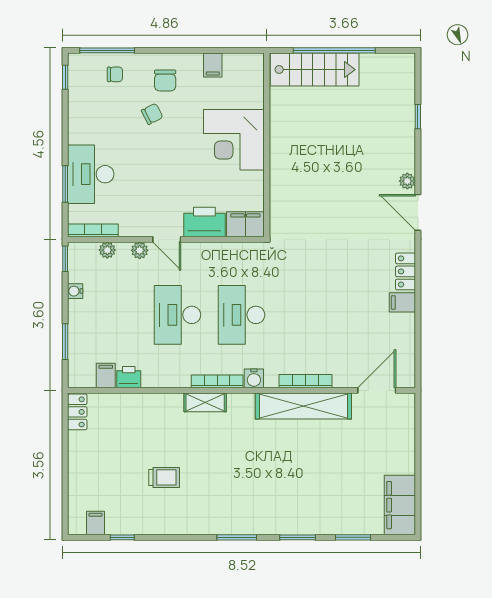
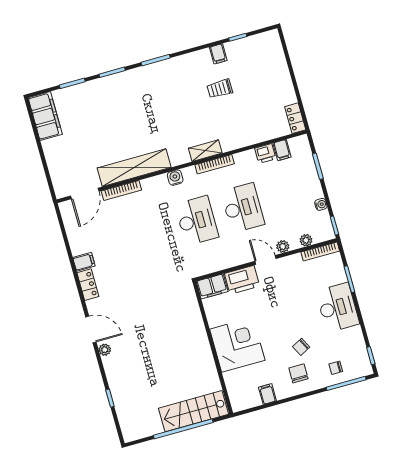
desk: (91, 174) -> (338, 308), moved
bookcase: (217, 381) -> (215, 164), moved
bookcase: (305, 381) -> (121, 190), moved
filing cabinet: (96, 523) -> (218, 54), moved

